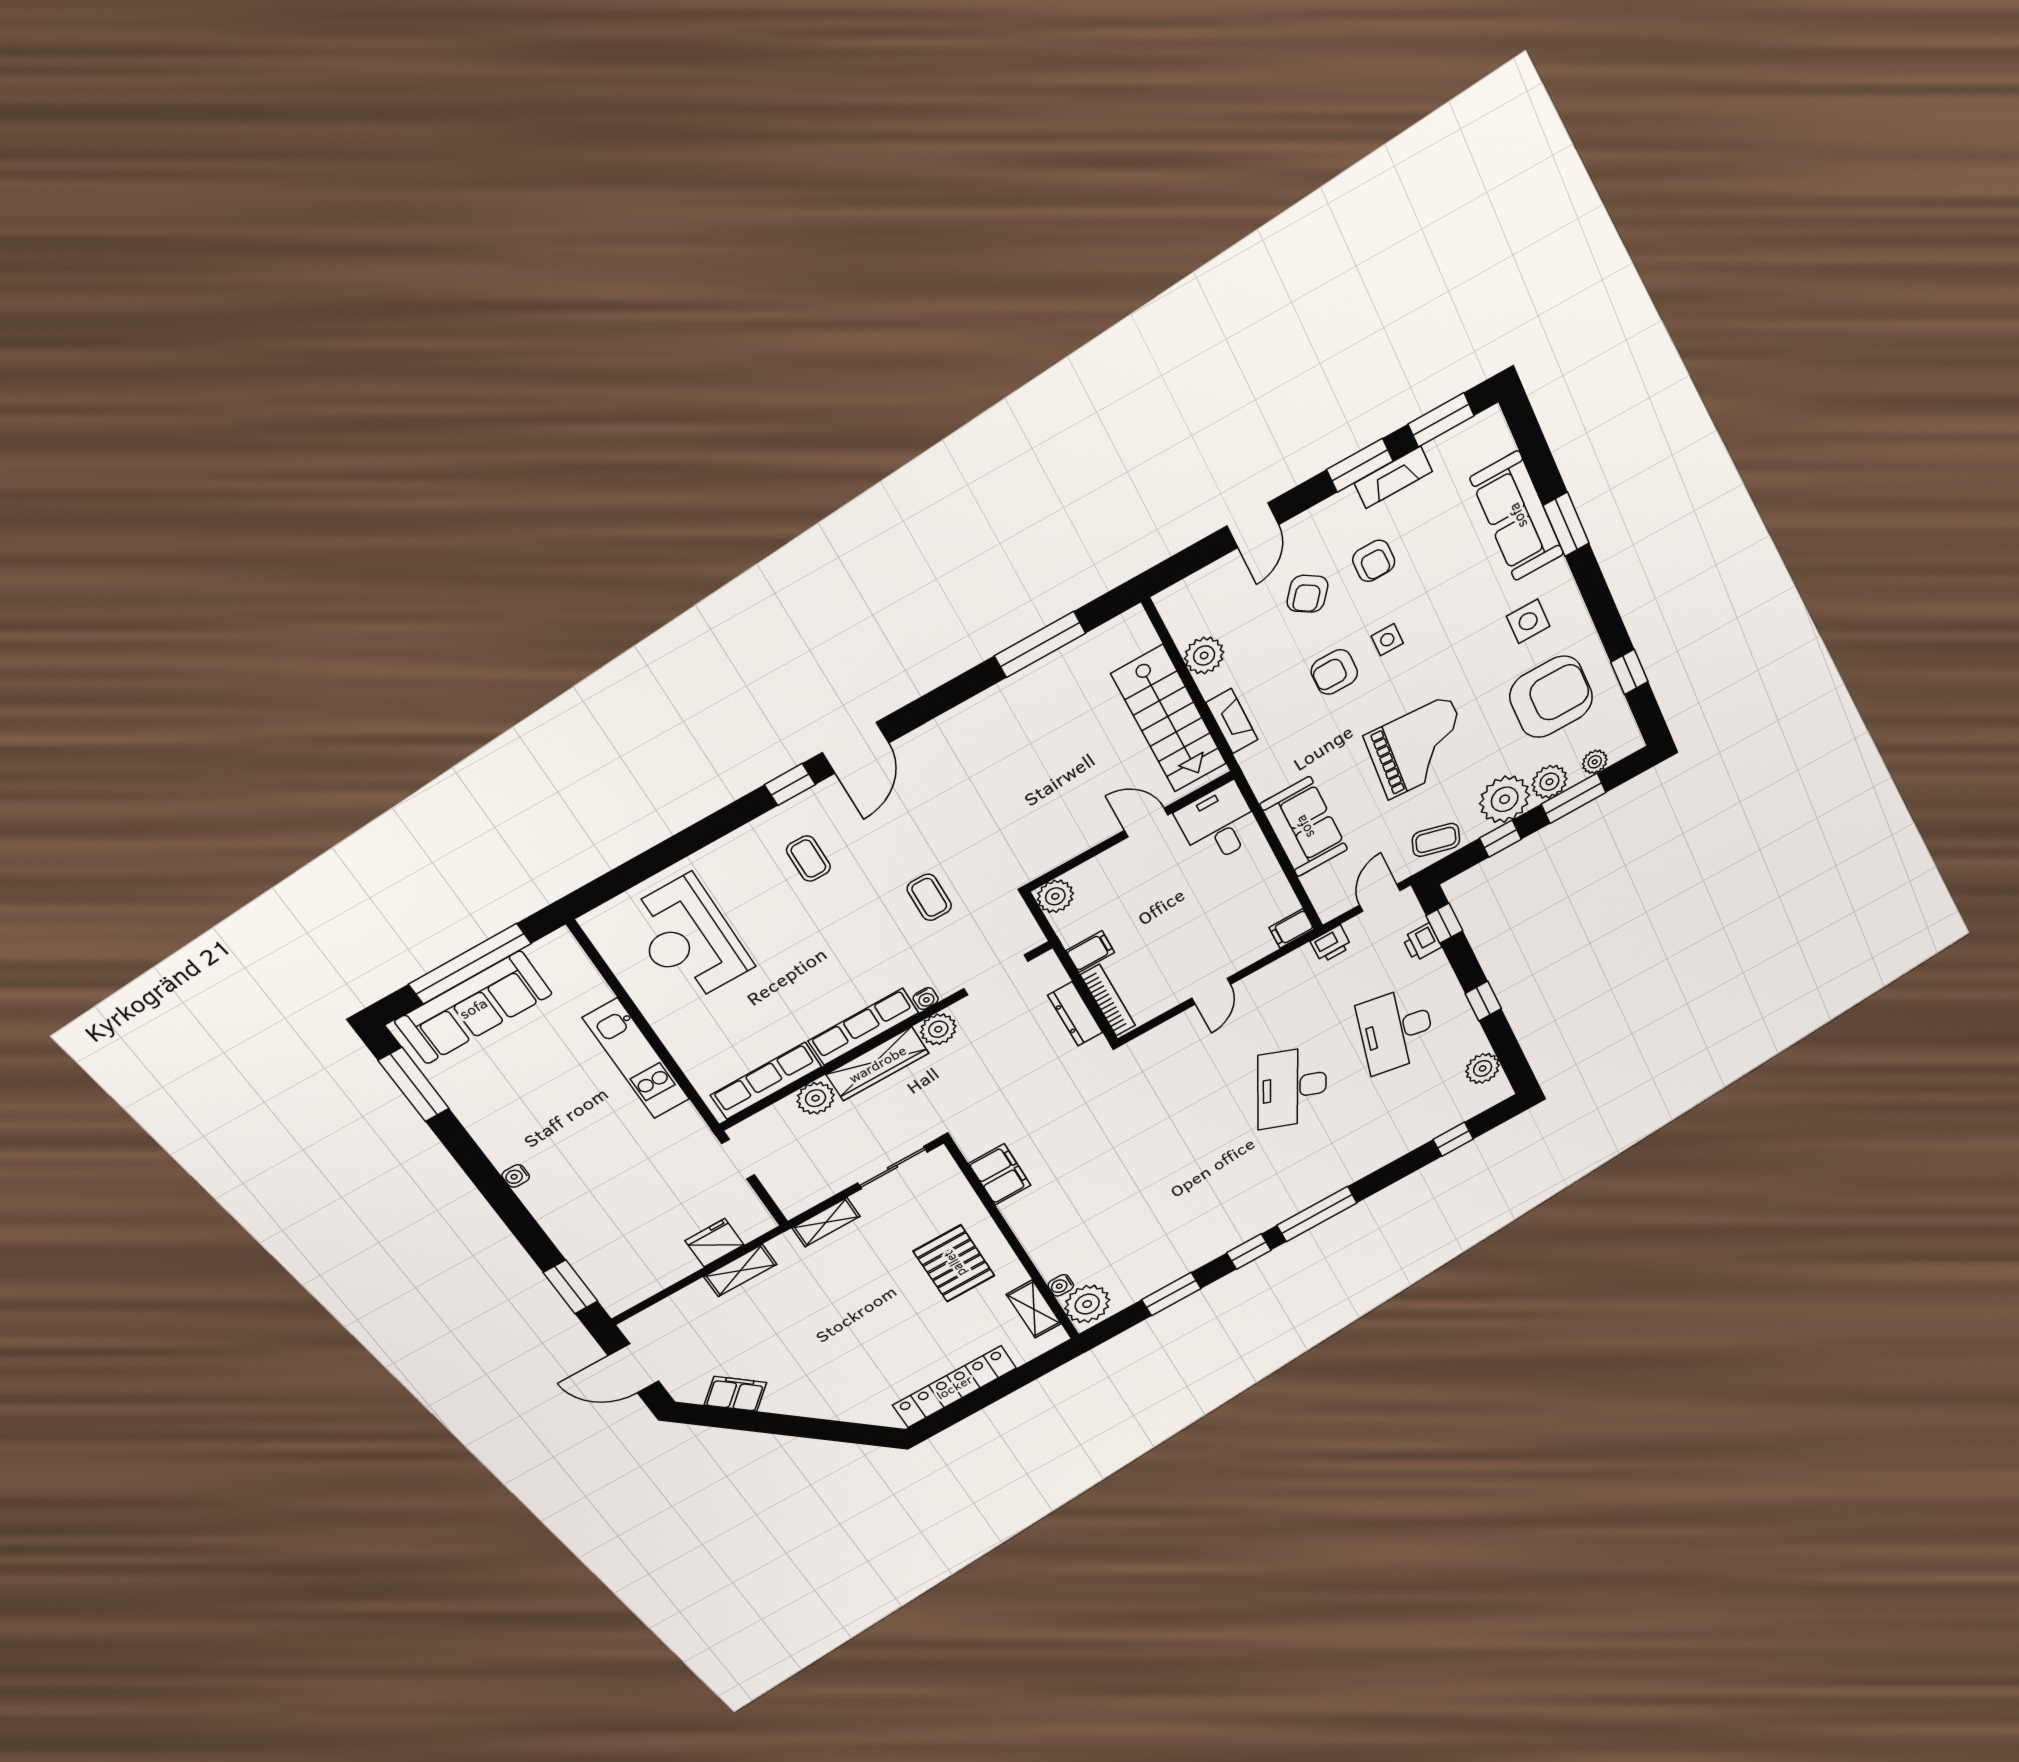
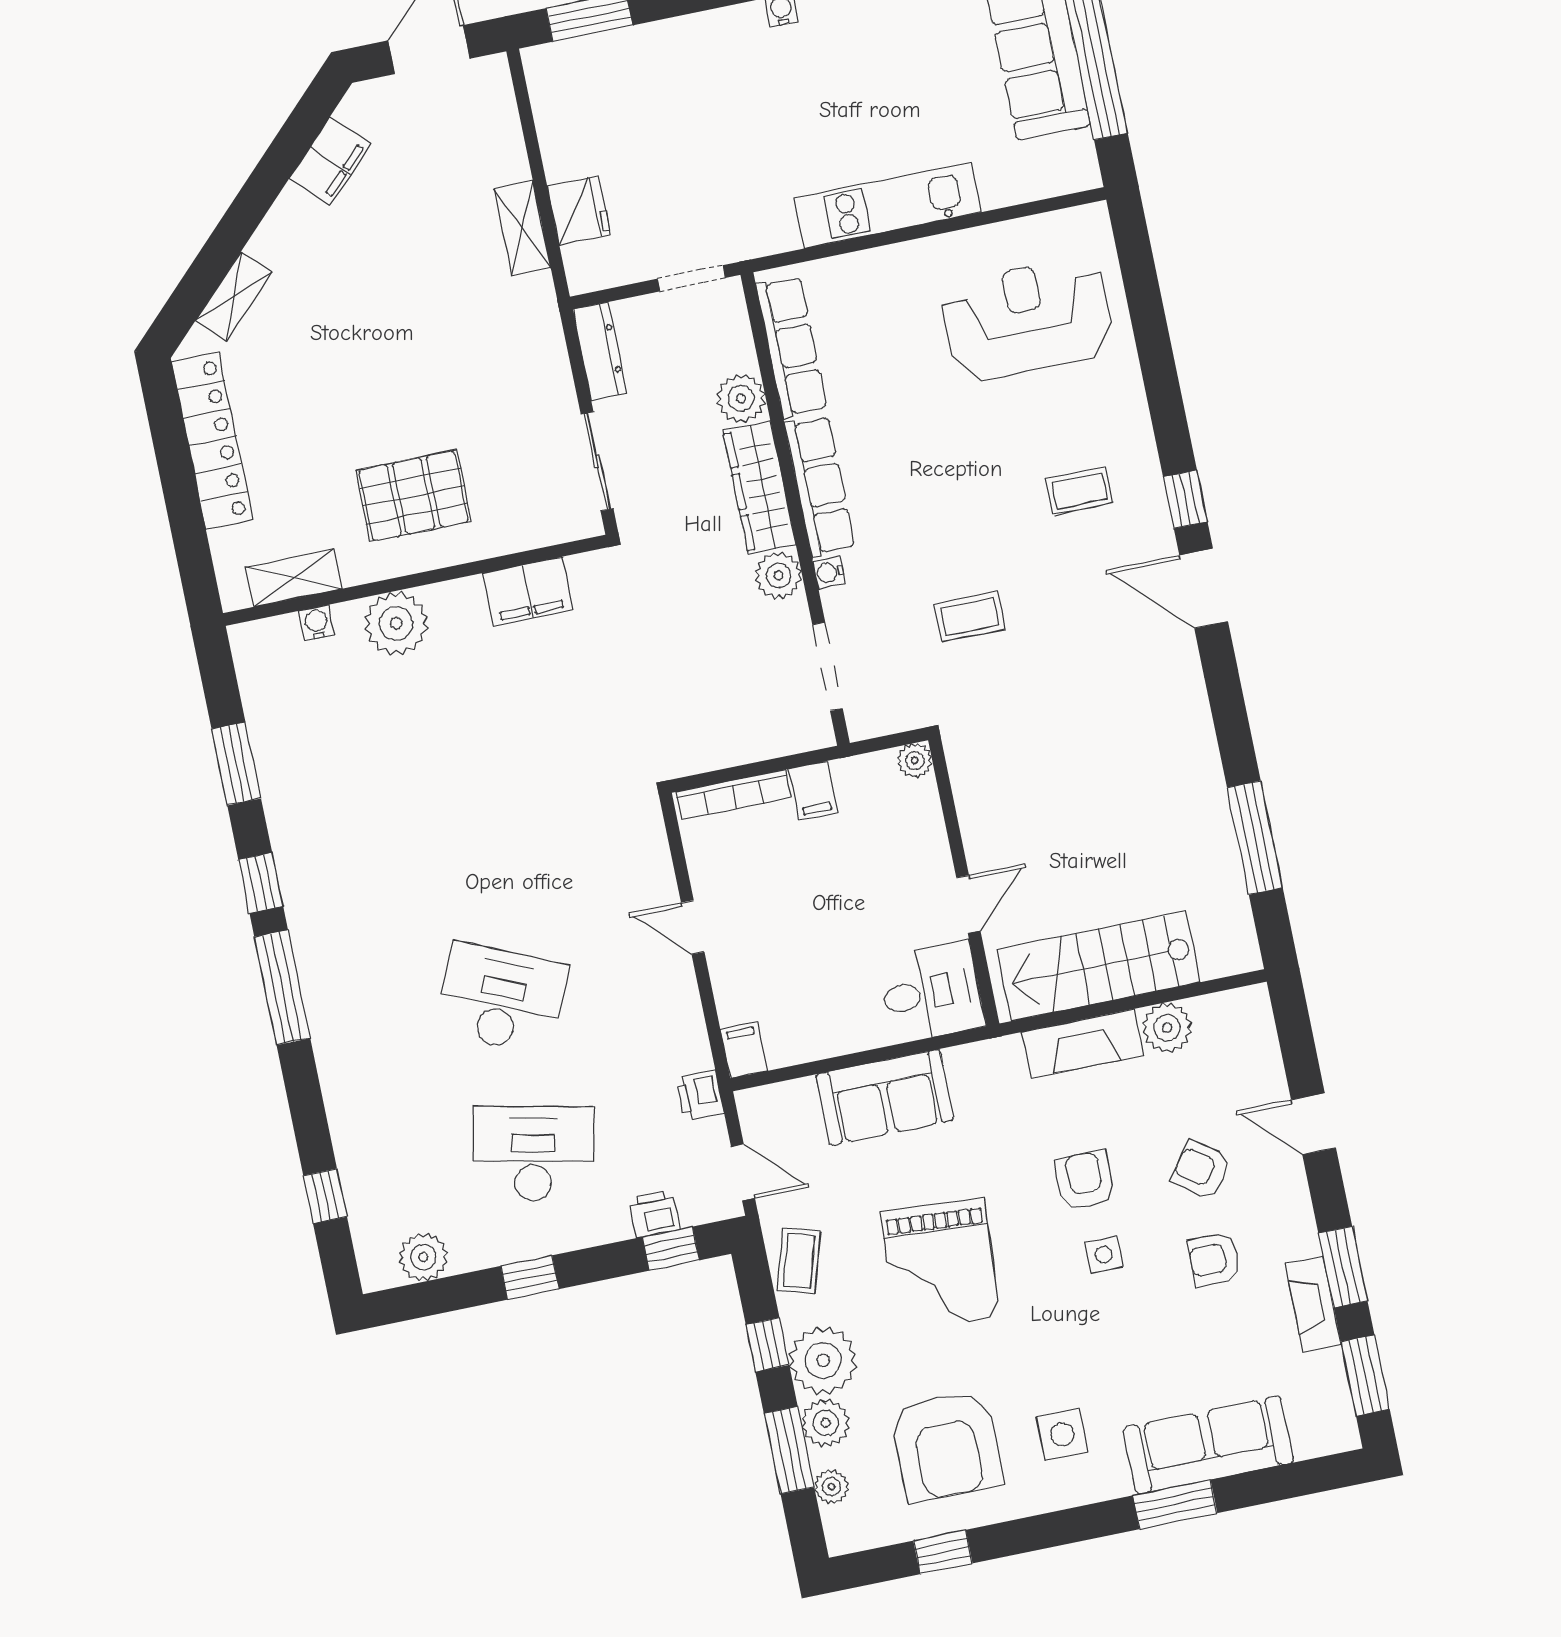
fireplace: (1232, 721) -> (1083, 1044), width x1.37, depth x1.32
plant: (1055, 896) -> (915, 760), width x0.73, depth x0.73
dresser: (1075, 1014) -> (600, 351), moved, turned 90
shelving: (826, 1222) -> (234, 296), moved, turned 45
plant: (1087, 1304) -> (396, 623), moved

